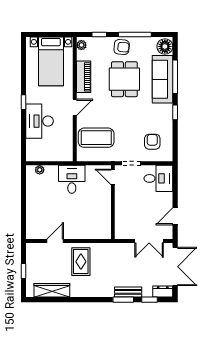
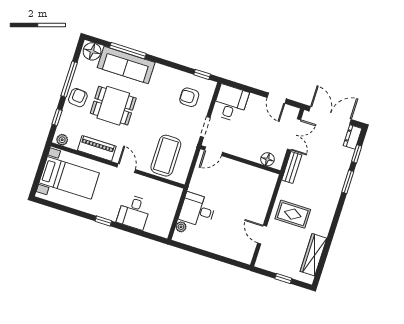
window: (175, 112) -> (202, 74), moved
desk: (40, 121) -> (134, 212), width x0.73
desk: (72, 179) -> (197, 210), moved
floor lamp: (121, 225) -> (267, 159), added
bench: (128, 292) -> (292, 168), moved

